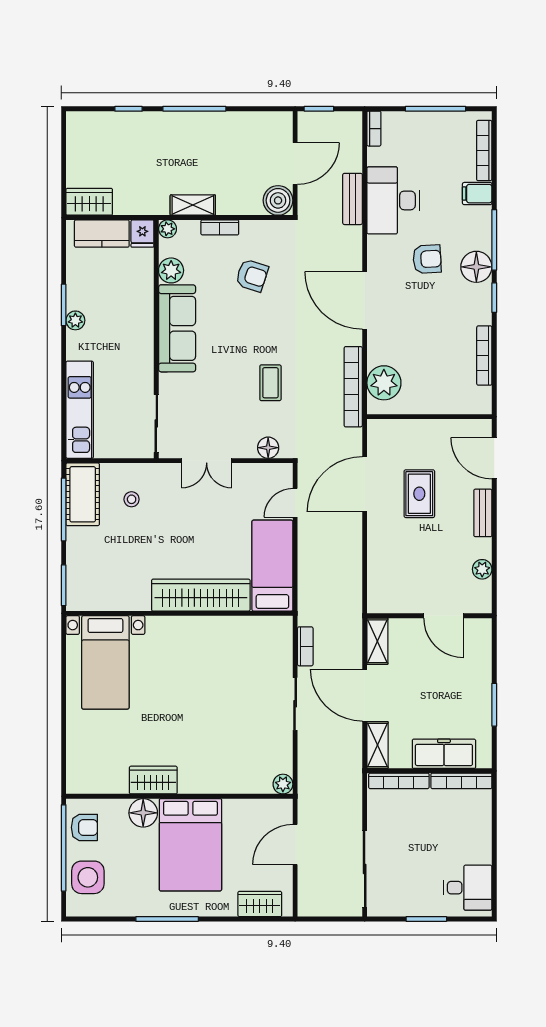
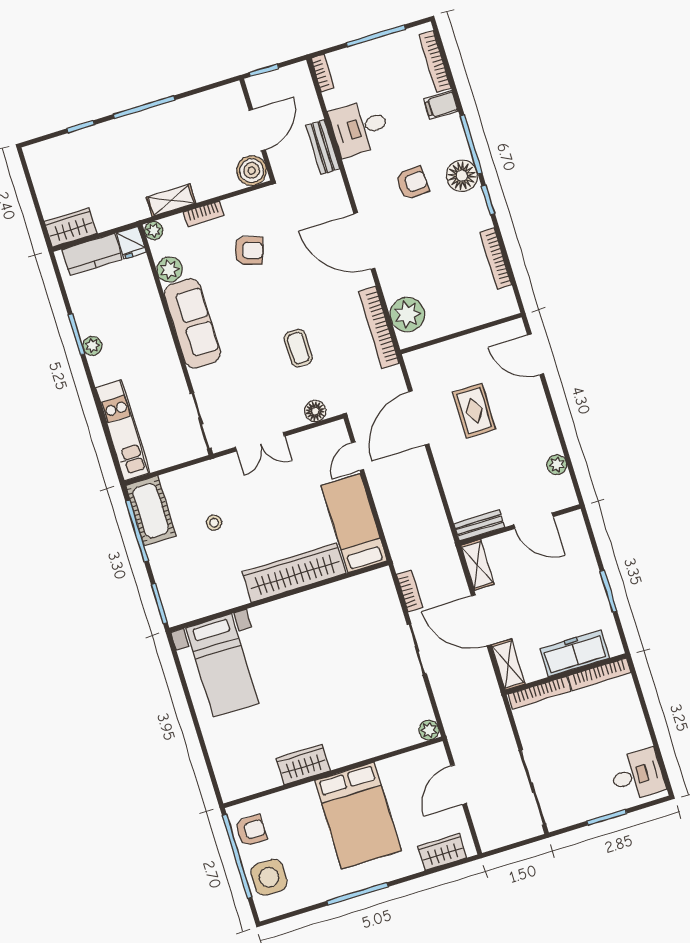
desk: (393, 200) -> (360, 128), width x0.73
stool: (132, 499) -> (214, 523), moved
bench: (483, 513) -> (479, 525), moved, turned 90
floor lamp: (143, 813) -> (303, 799), removed

